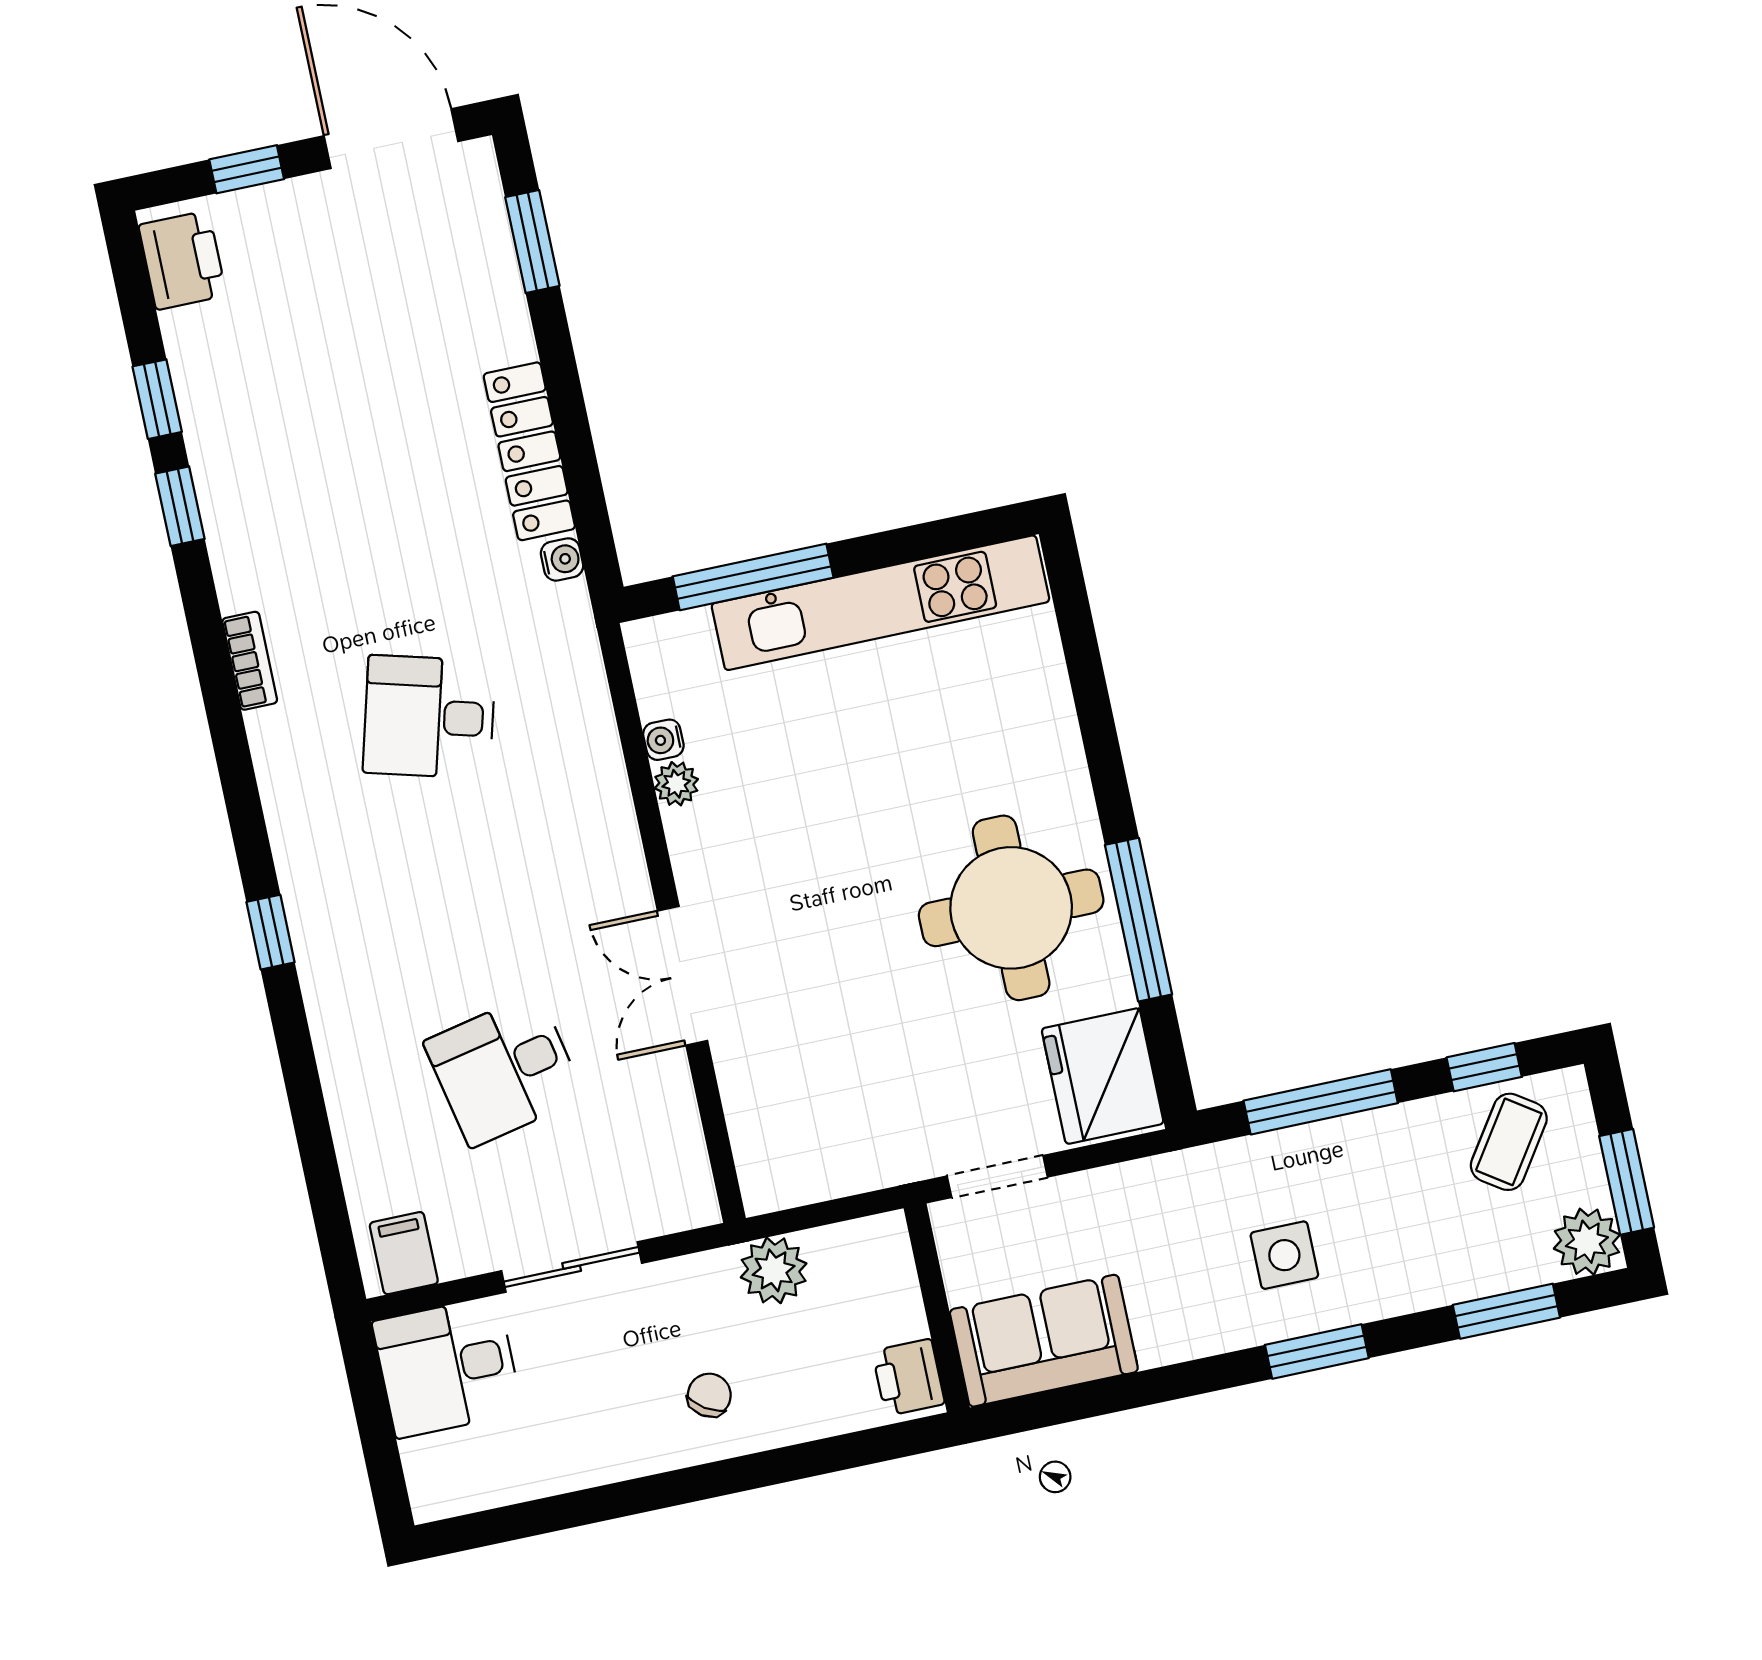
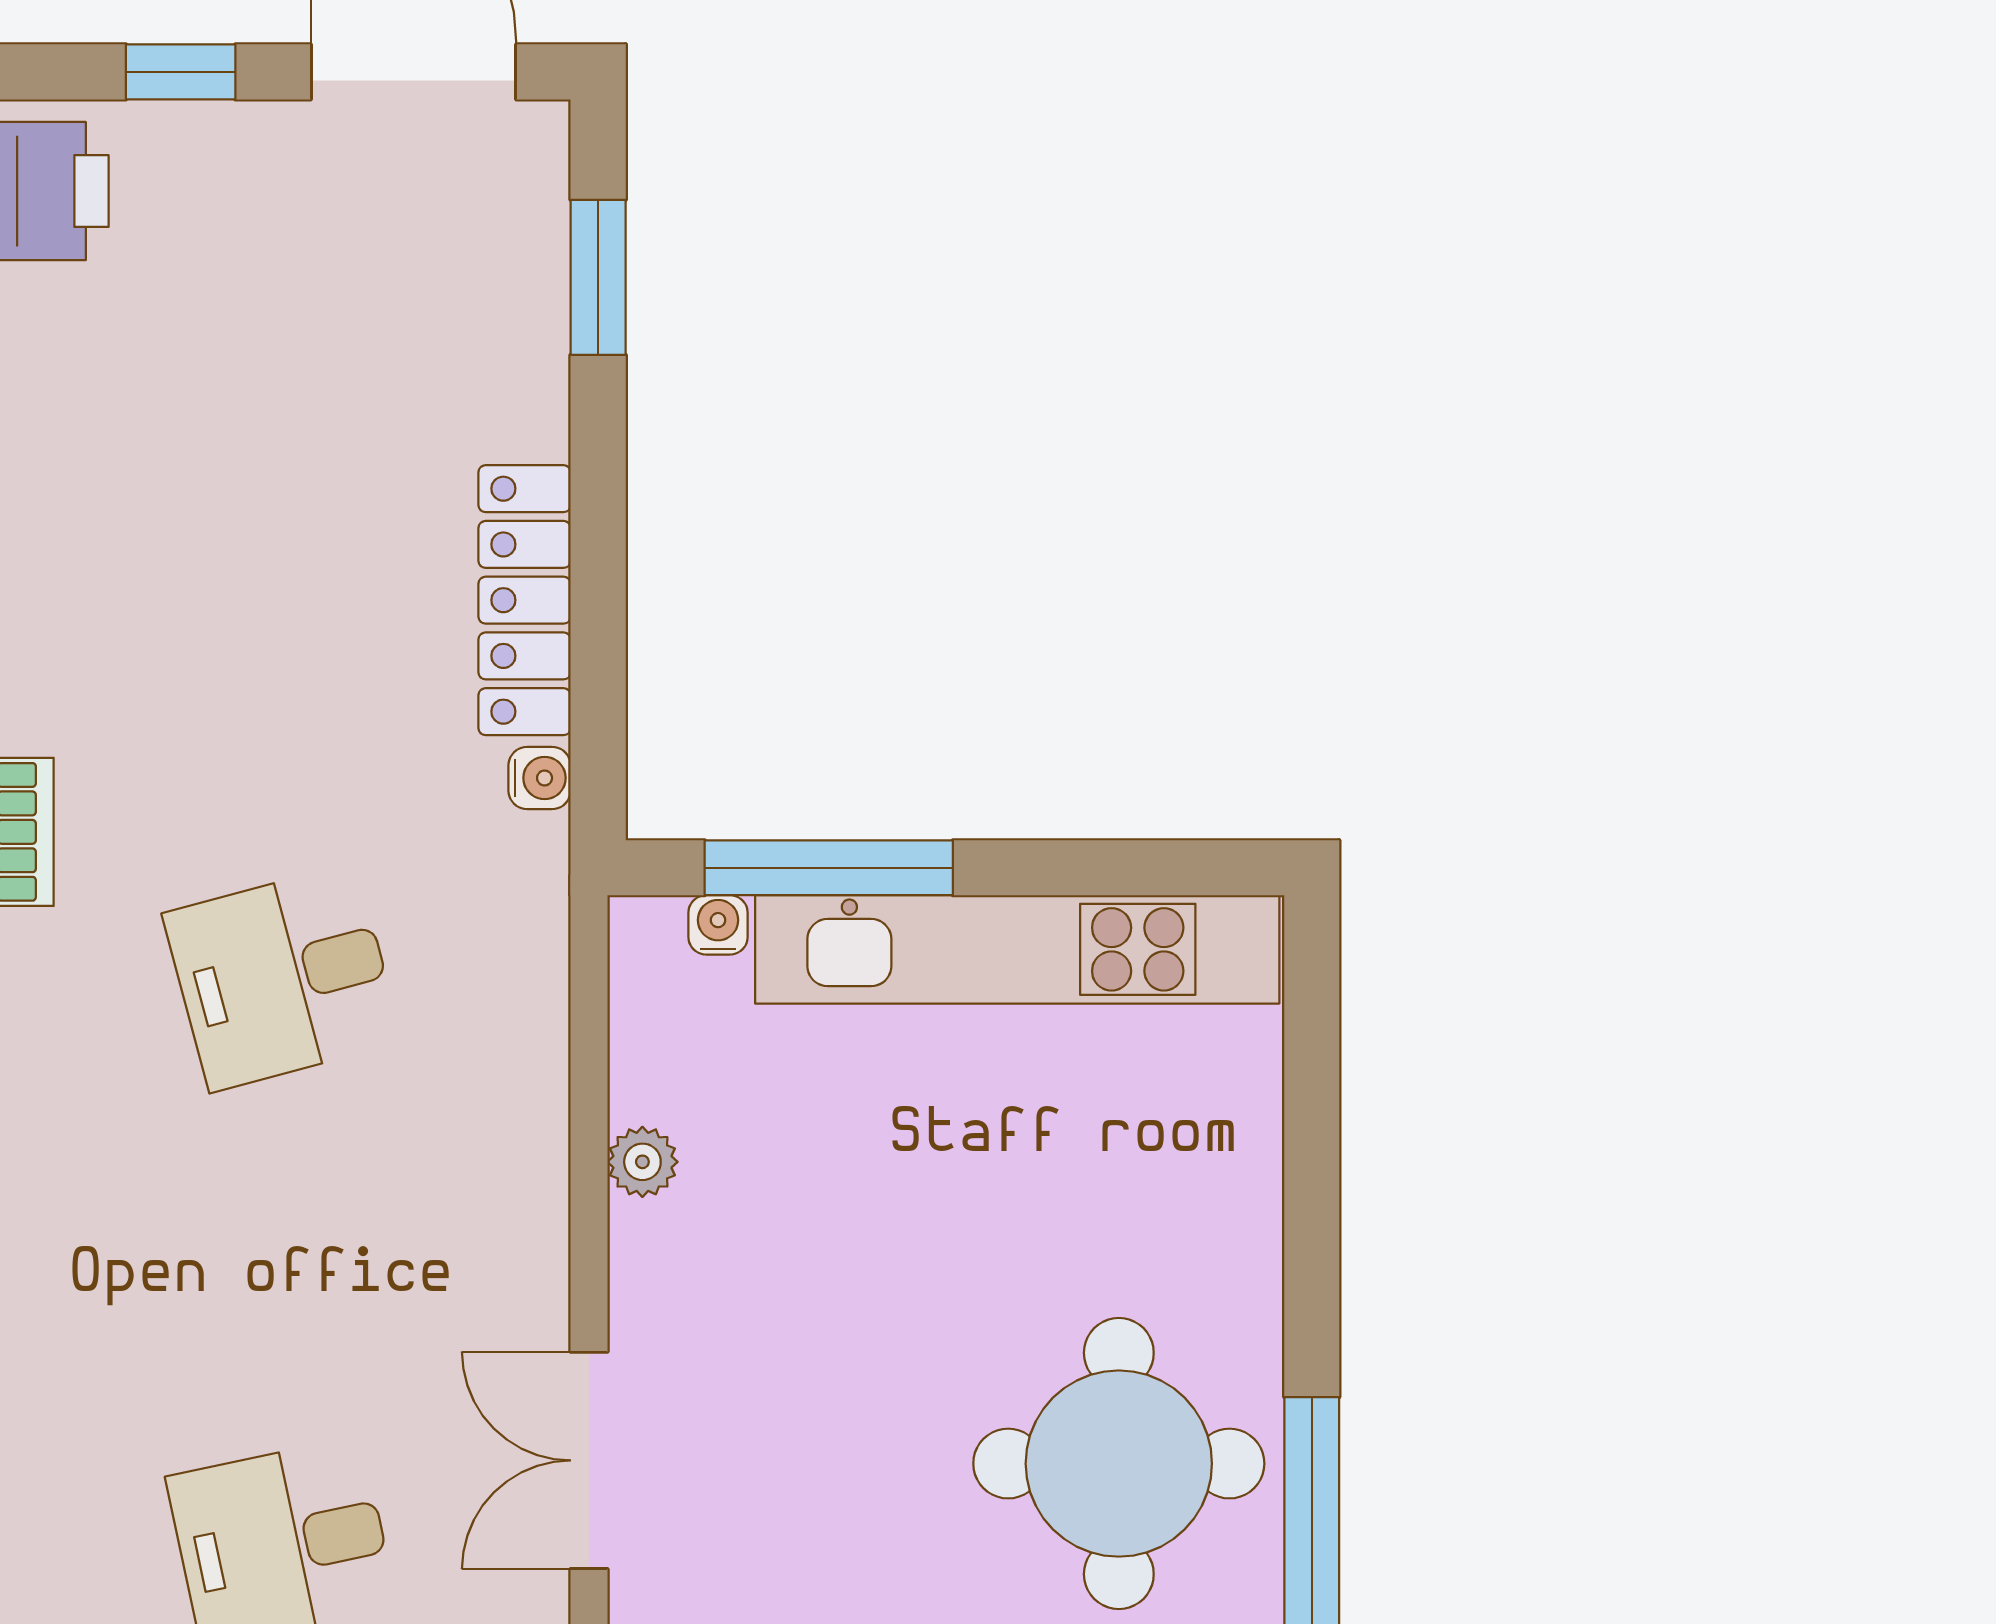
desk: (429, 717) -> (283, 977), turned -30
water cooler: (663, 740) -> (718, 925), moved, turned 90

